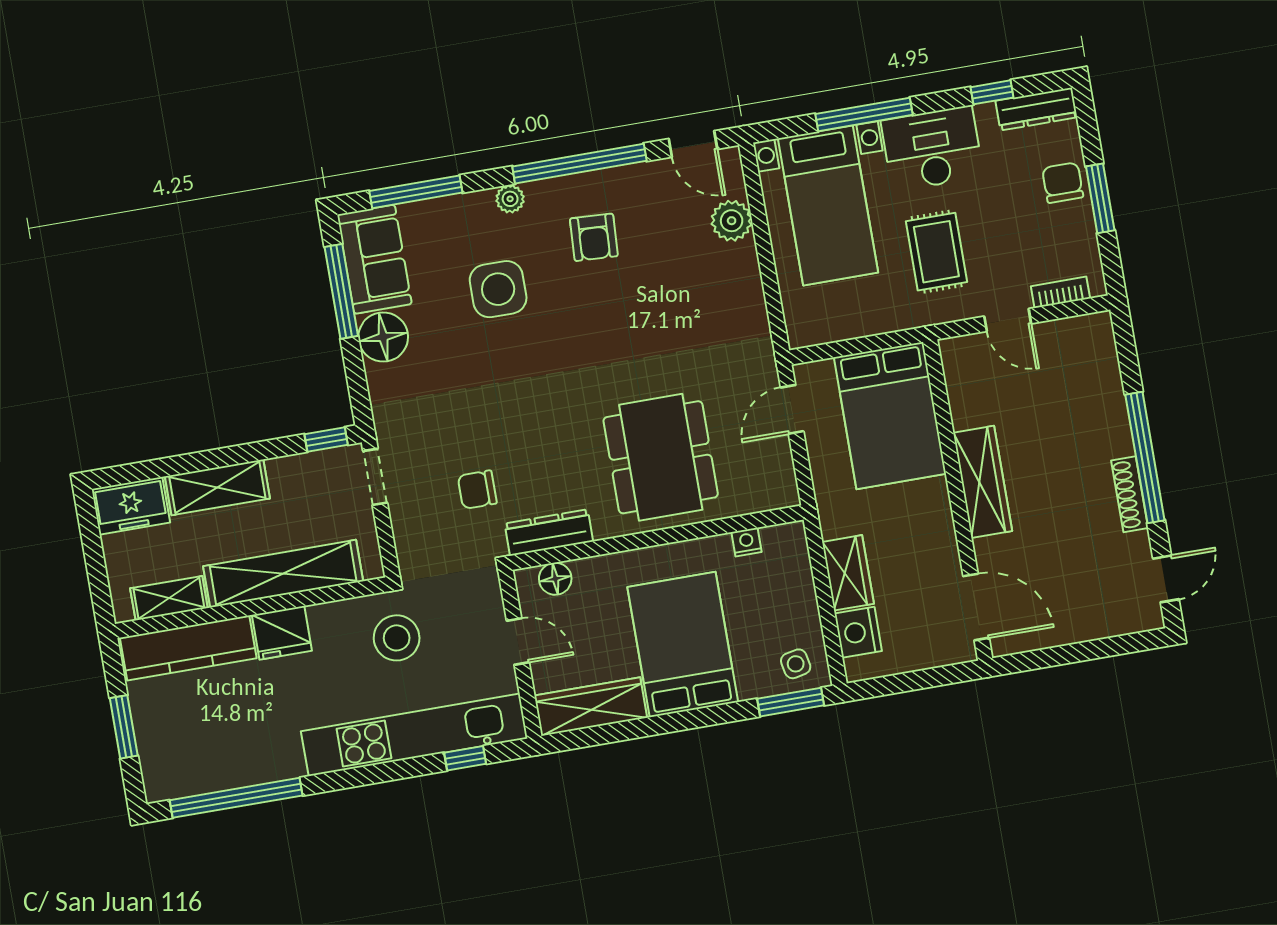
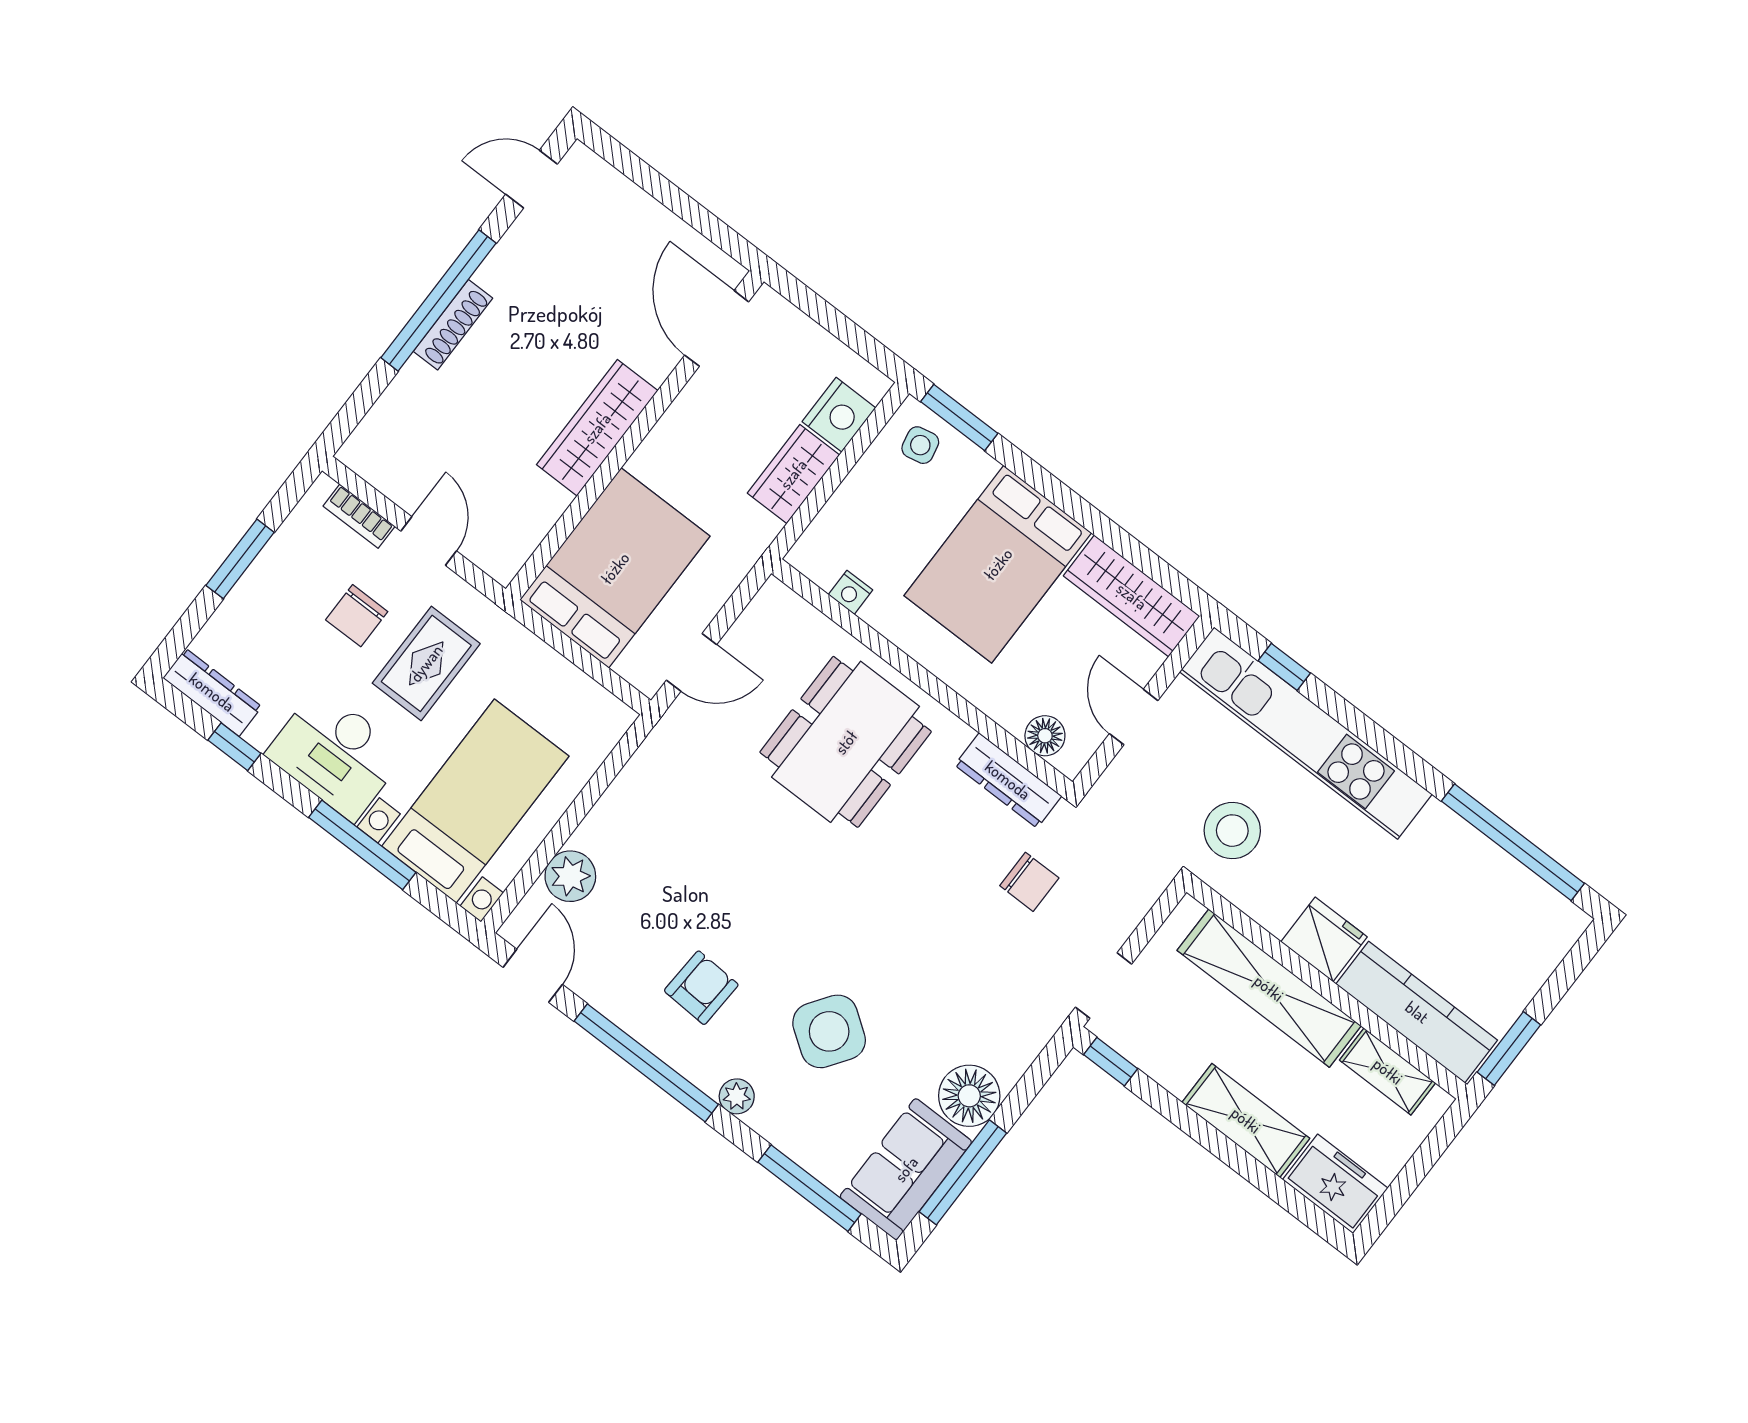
chair: (1063, 183) -> (357, 616), moved
side table: (498, 289) -> (829, 1031), turned 35
shoe rack: (1130, 494) -> (453, 325), moved
window: (124, 727) -> (1509, 1049), moved

